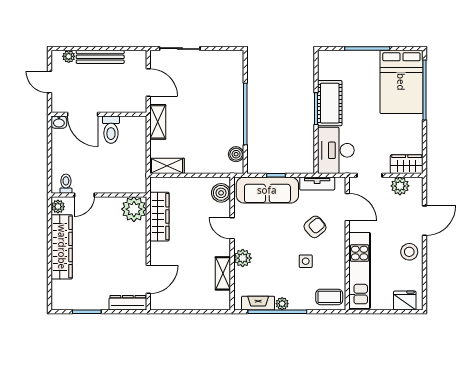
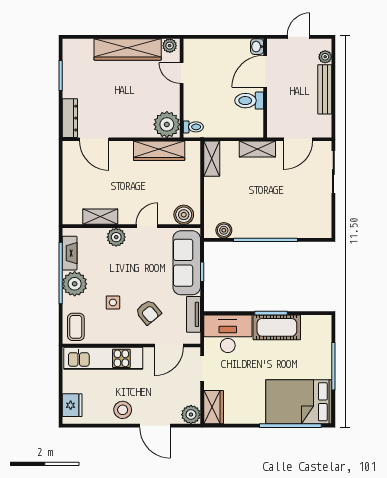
toilet: (66, 184) -> (193, 127), moved
plant: (400, 186) -> (191, 415), moved
plant: (282, 304) -> (75, 284), width x1.88, depth x1.88

